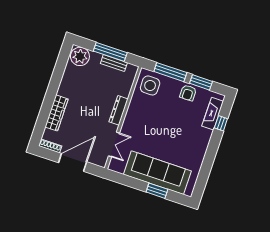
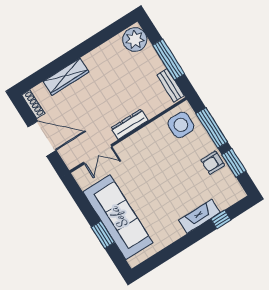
bench: (114, 63) -> (171, 85), moved
fireplace: (213, 114) -> (199, 216), moved

